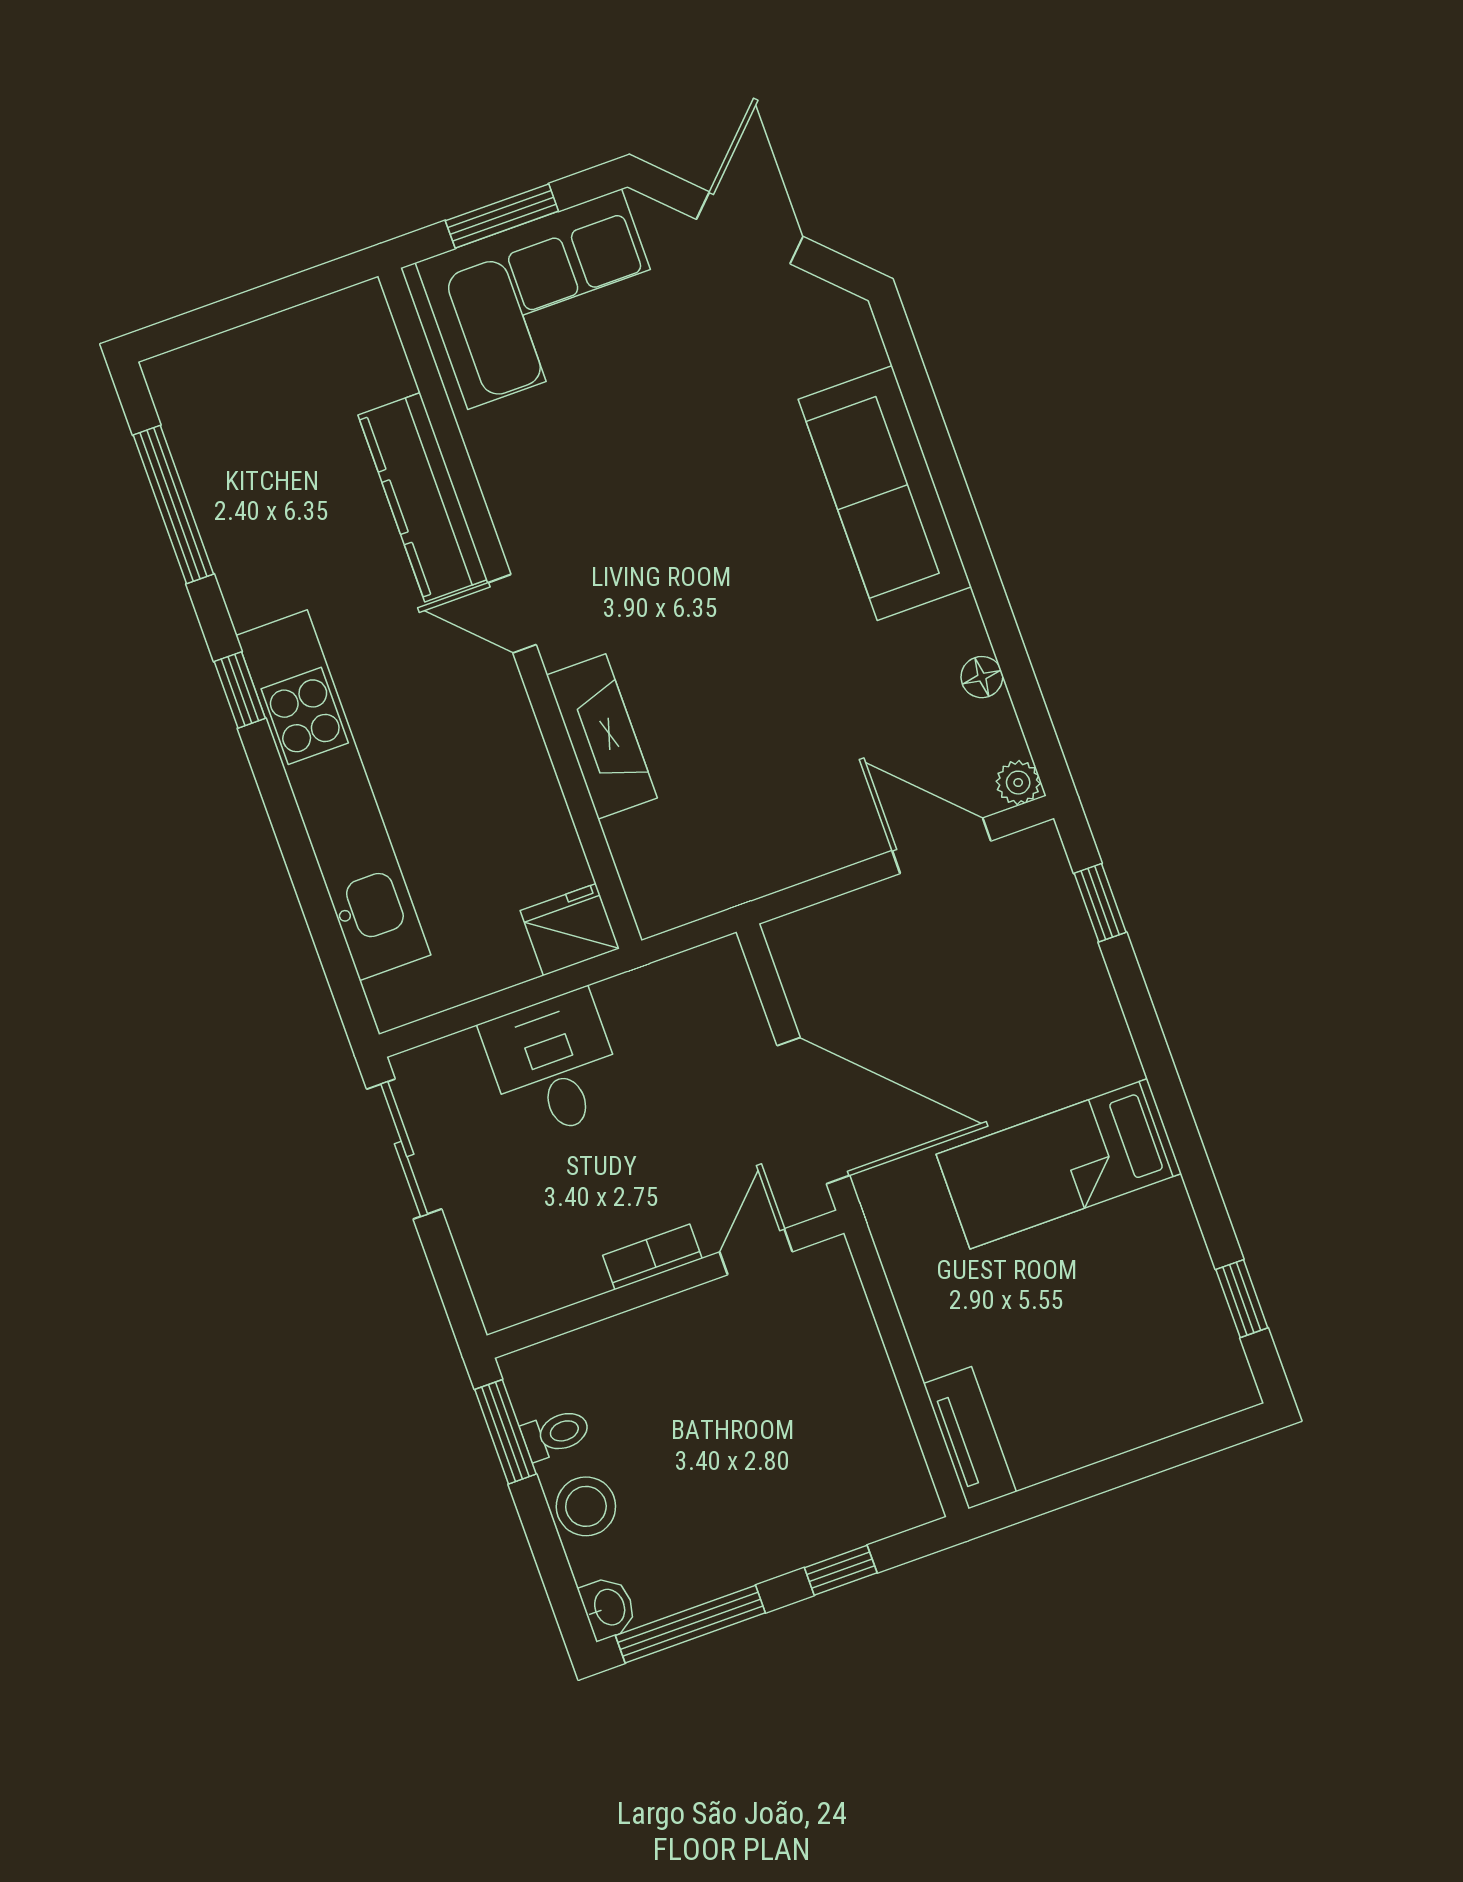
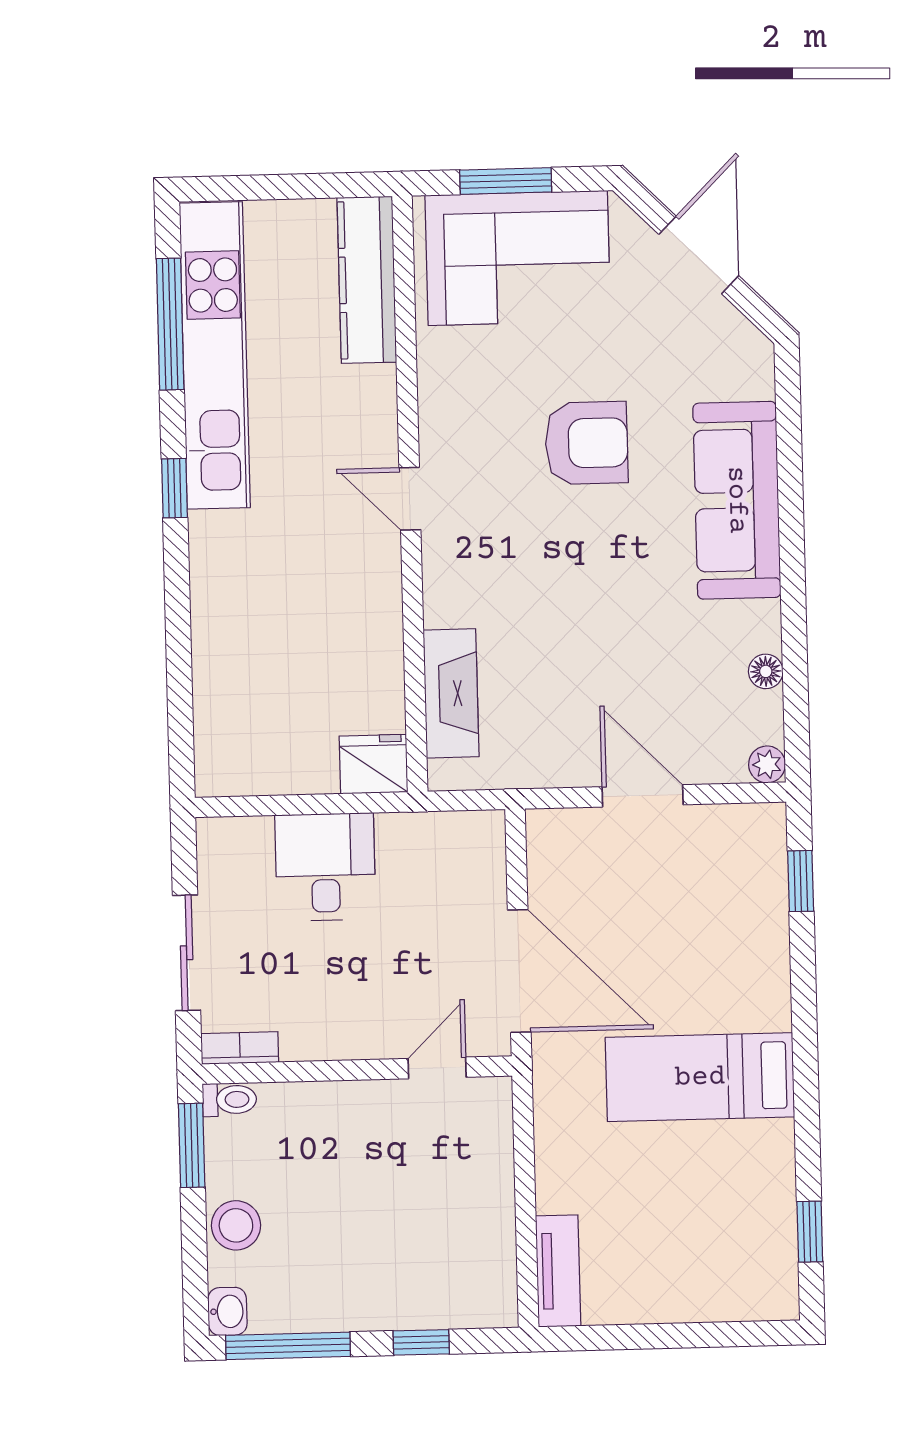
armchair: (692, 484) -> (586, 443), added
kitchen counter: (423, 497) -> (367, 280), moved
fireplace: (602, 737) -> (451, 693), moved
kitchen unit: (333, 795) -> (215, 355), moved
door: (941, 846) -> (643, 796), moved
sliding door: (404, 1149) -> (187, 953), moved
bookcase: (652, 1257) -> (240, 1048), moved
toilet: (556, 1434) -> (229, 1100), moved

